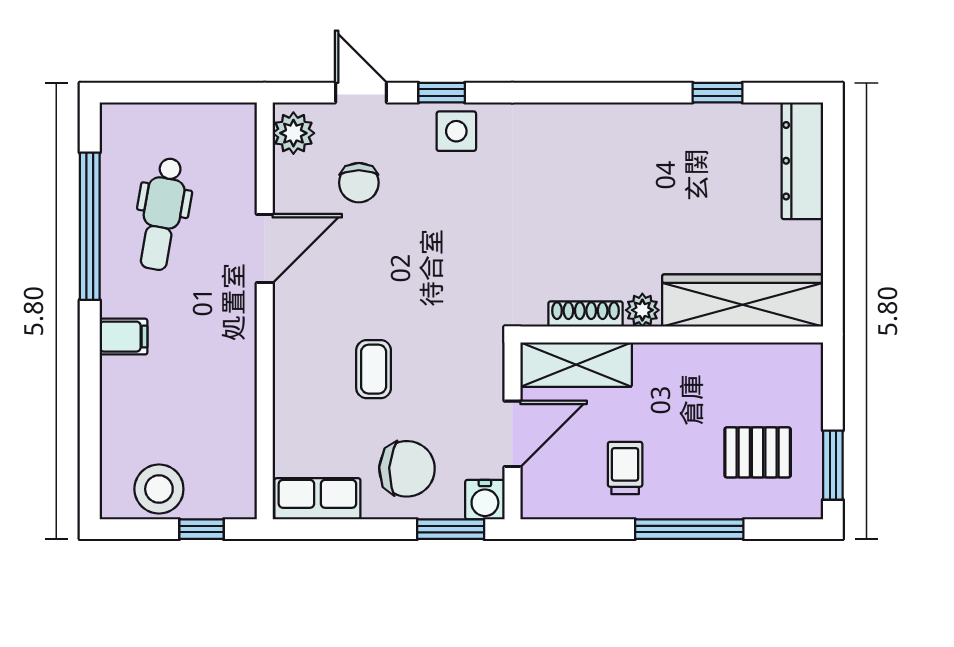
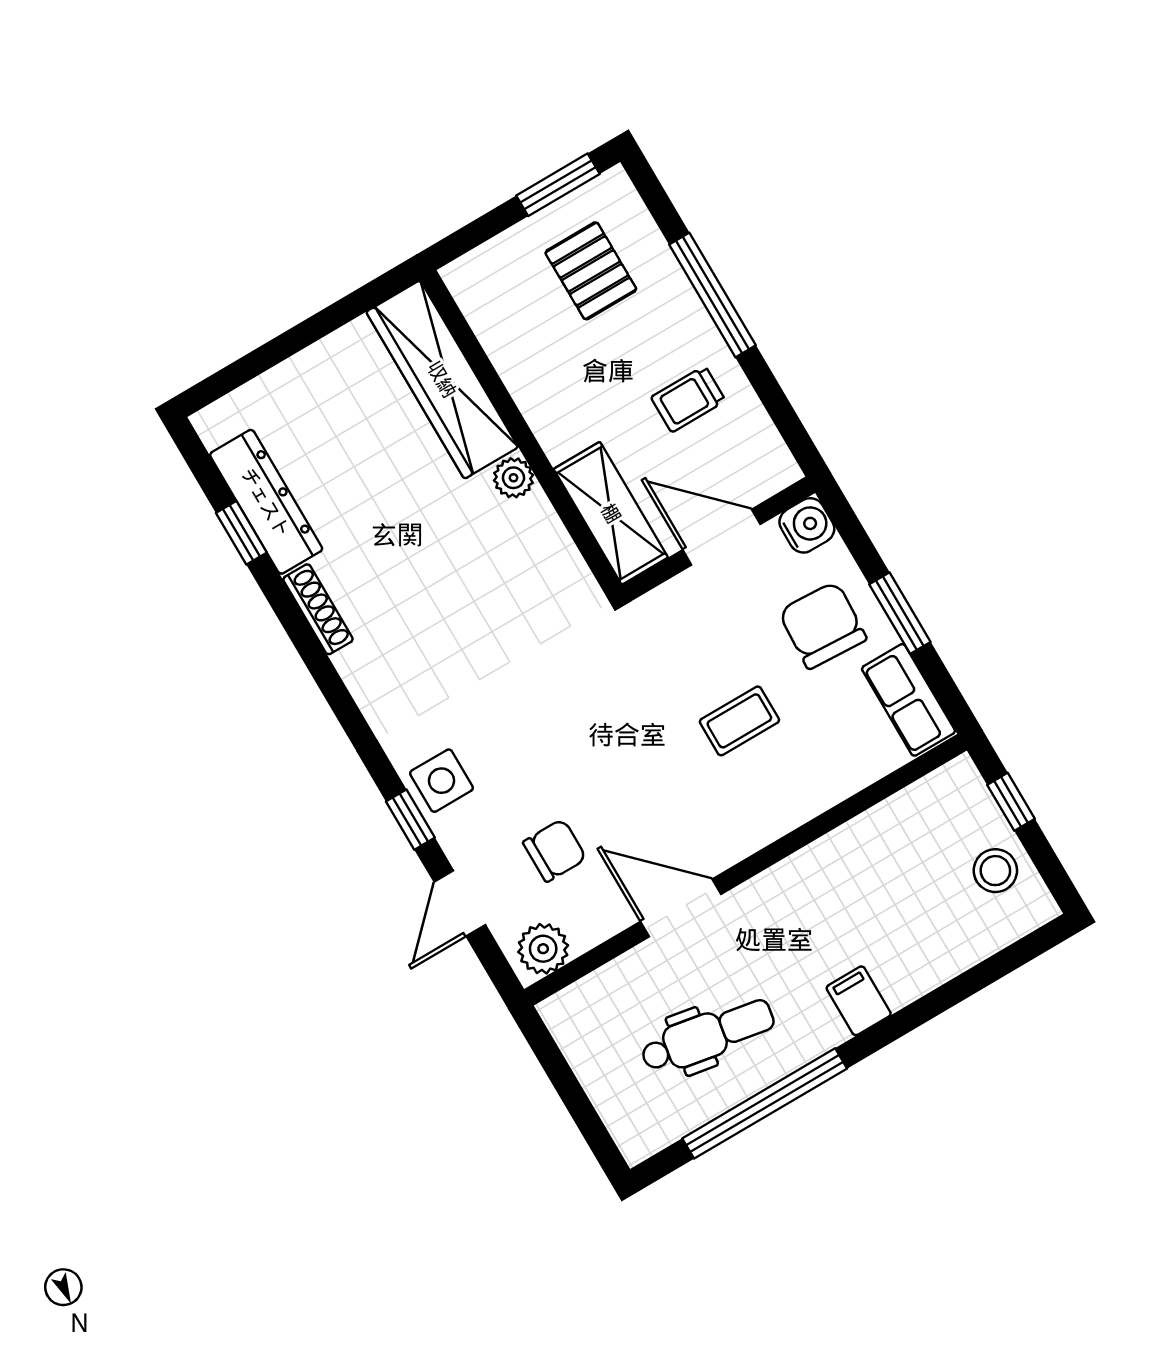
dresser: (802, 161) -> (266, 502), moved, turned -90
shoe rack: (586, 314) -> (318, 609), moved, turned 180
stool: (159, 489) -> (995, 871), width x0.73, depth x0.73
window: (451, 529) -> (900, 613), moved

